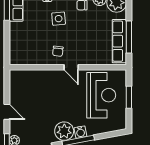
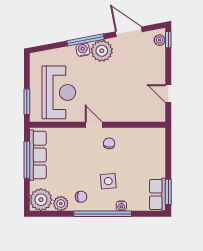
reception desk: (101, 95) -> (59, 92), turned 180
window: (129, 97) -> (27, 102), moved
door: (7, 112) -> (168, 94), moved

